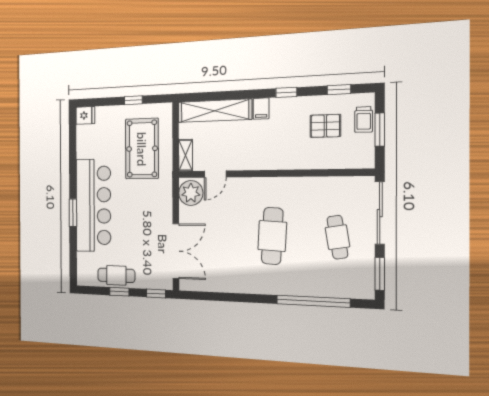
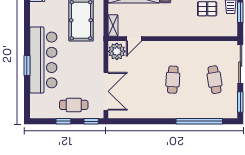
cafe table: (272, 236) -> (173, 80), width x0.73, depth x0.74
cafe table: (116, 275) -> (74, 105), moved

